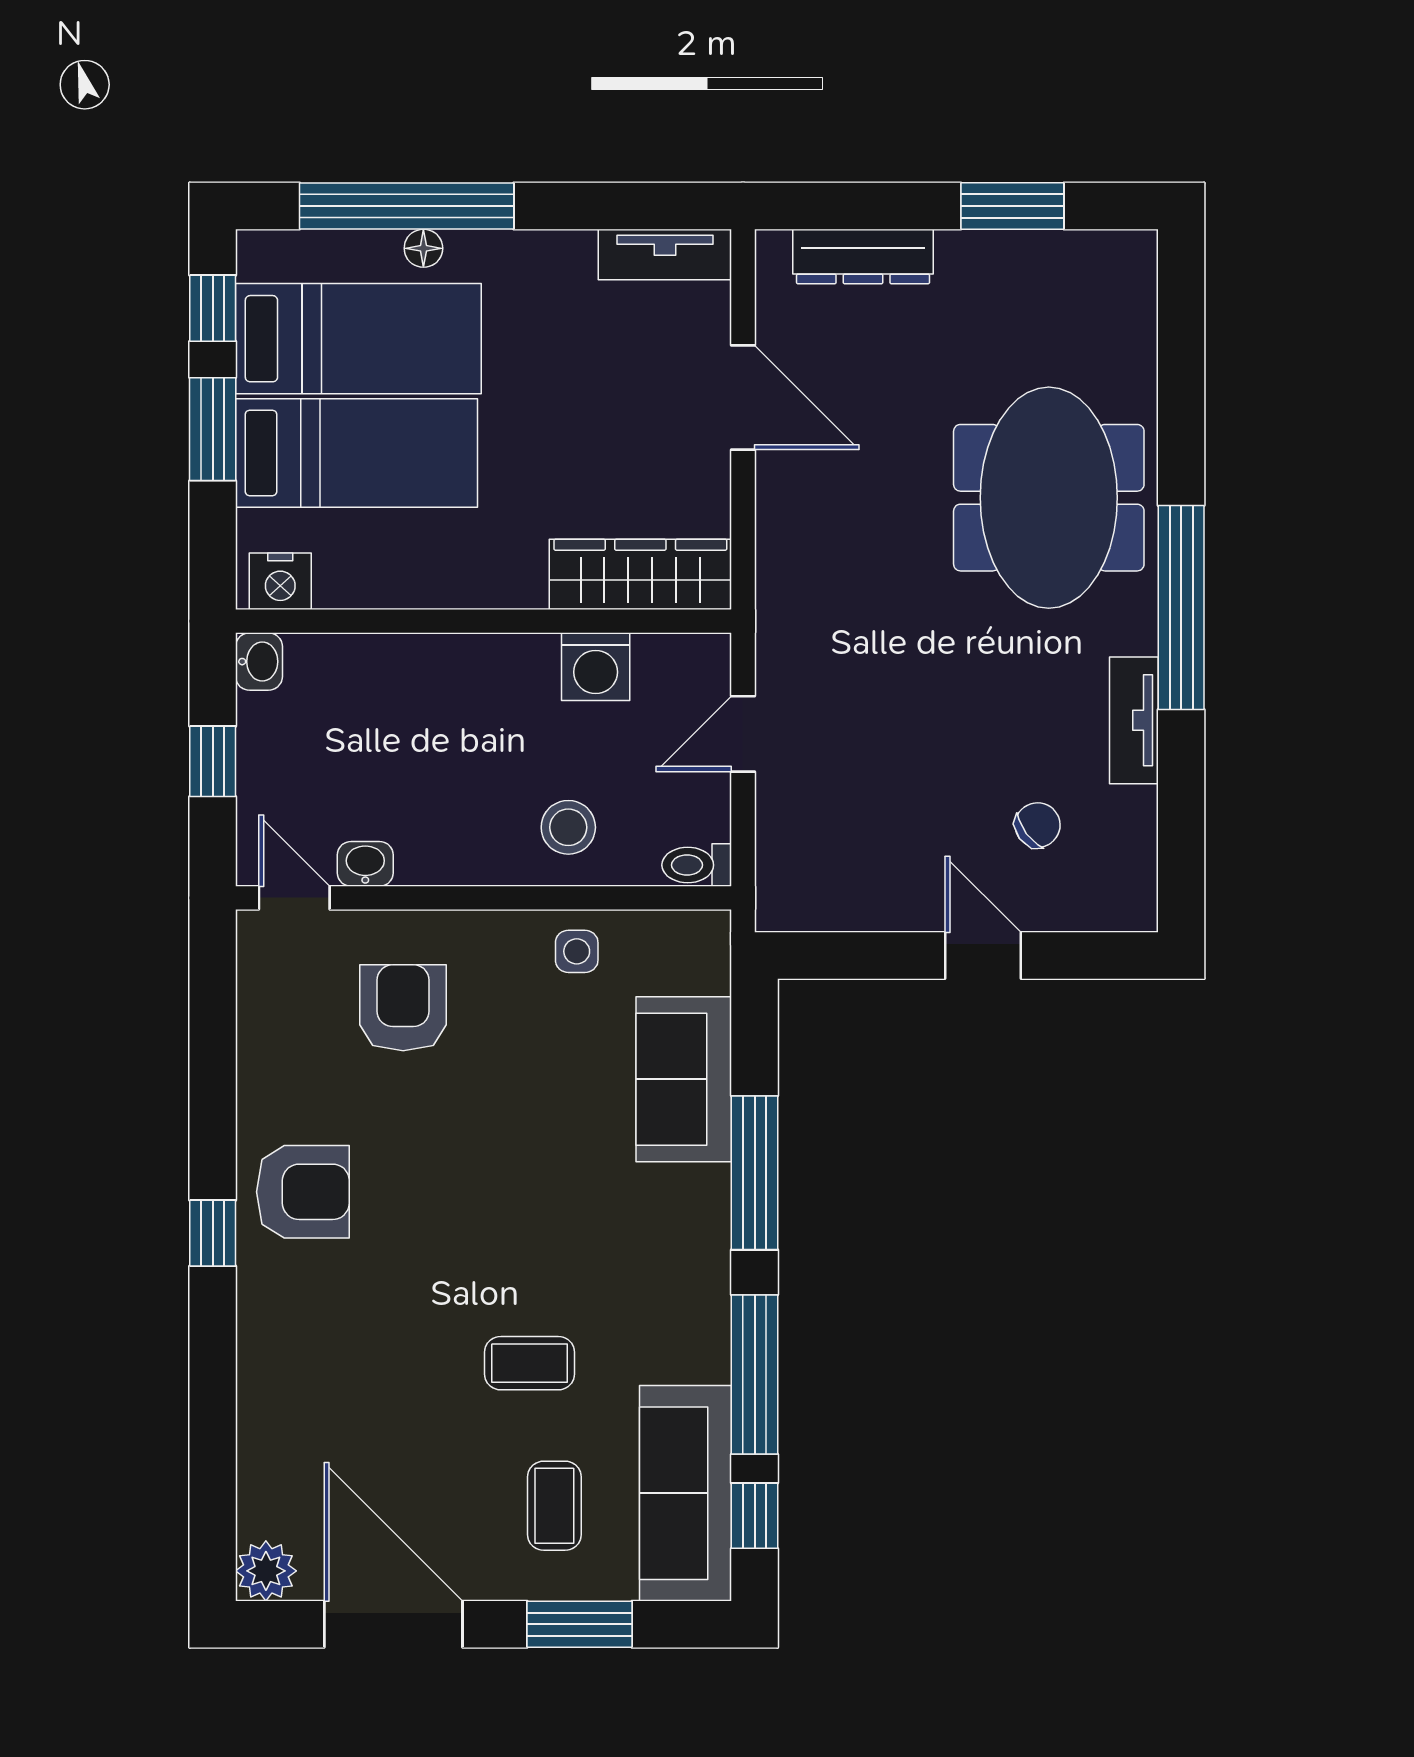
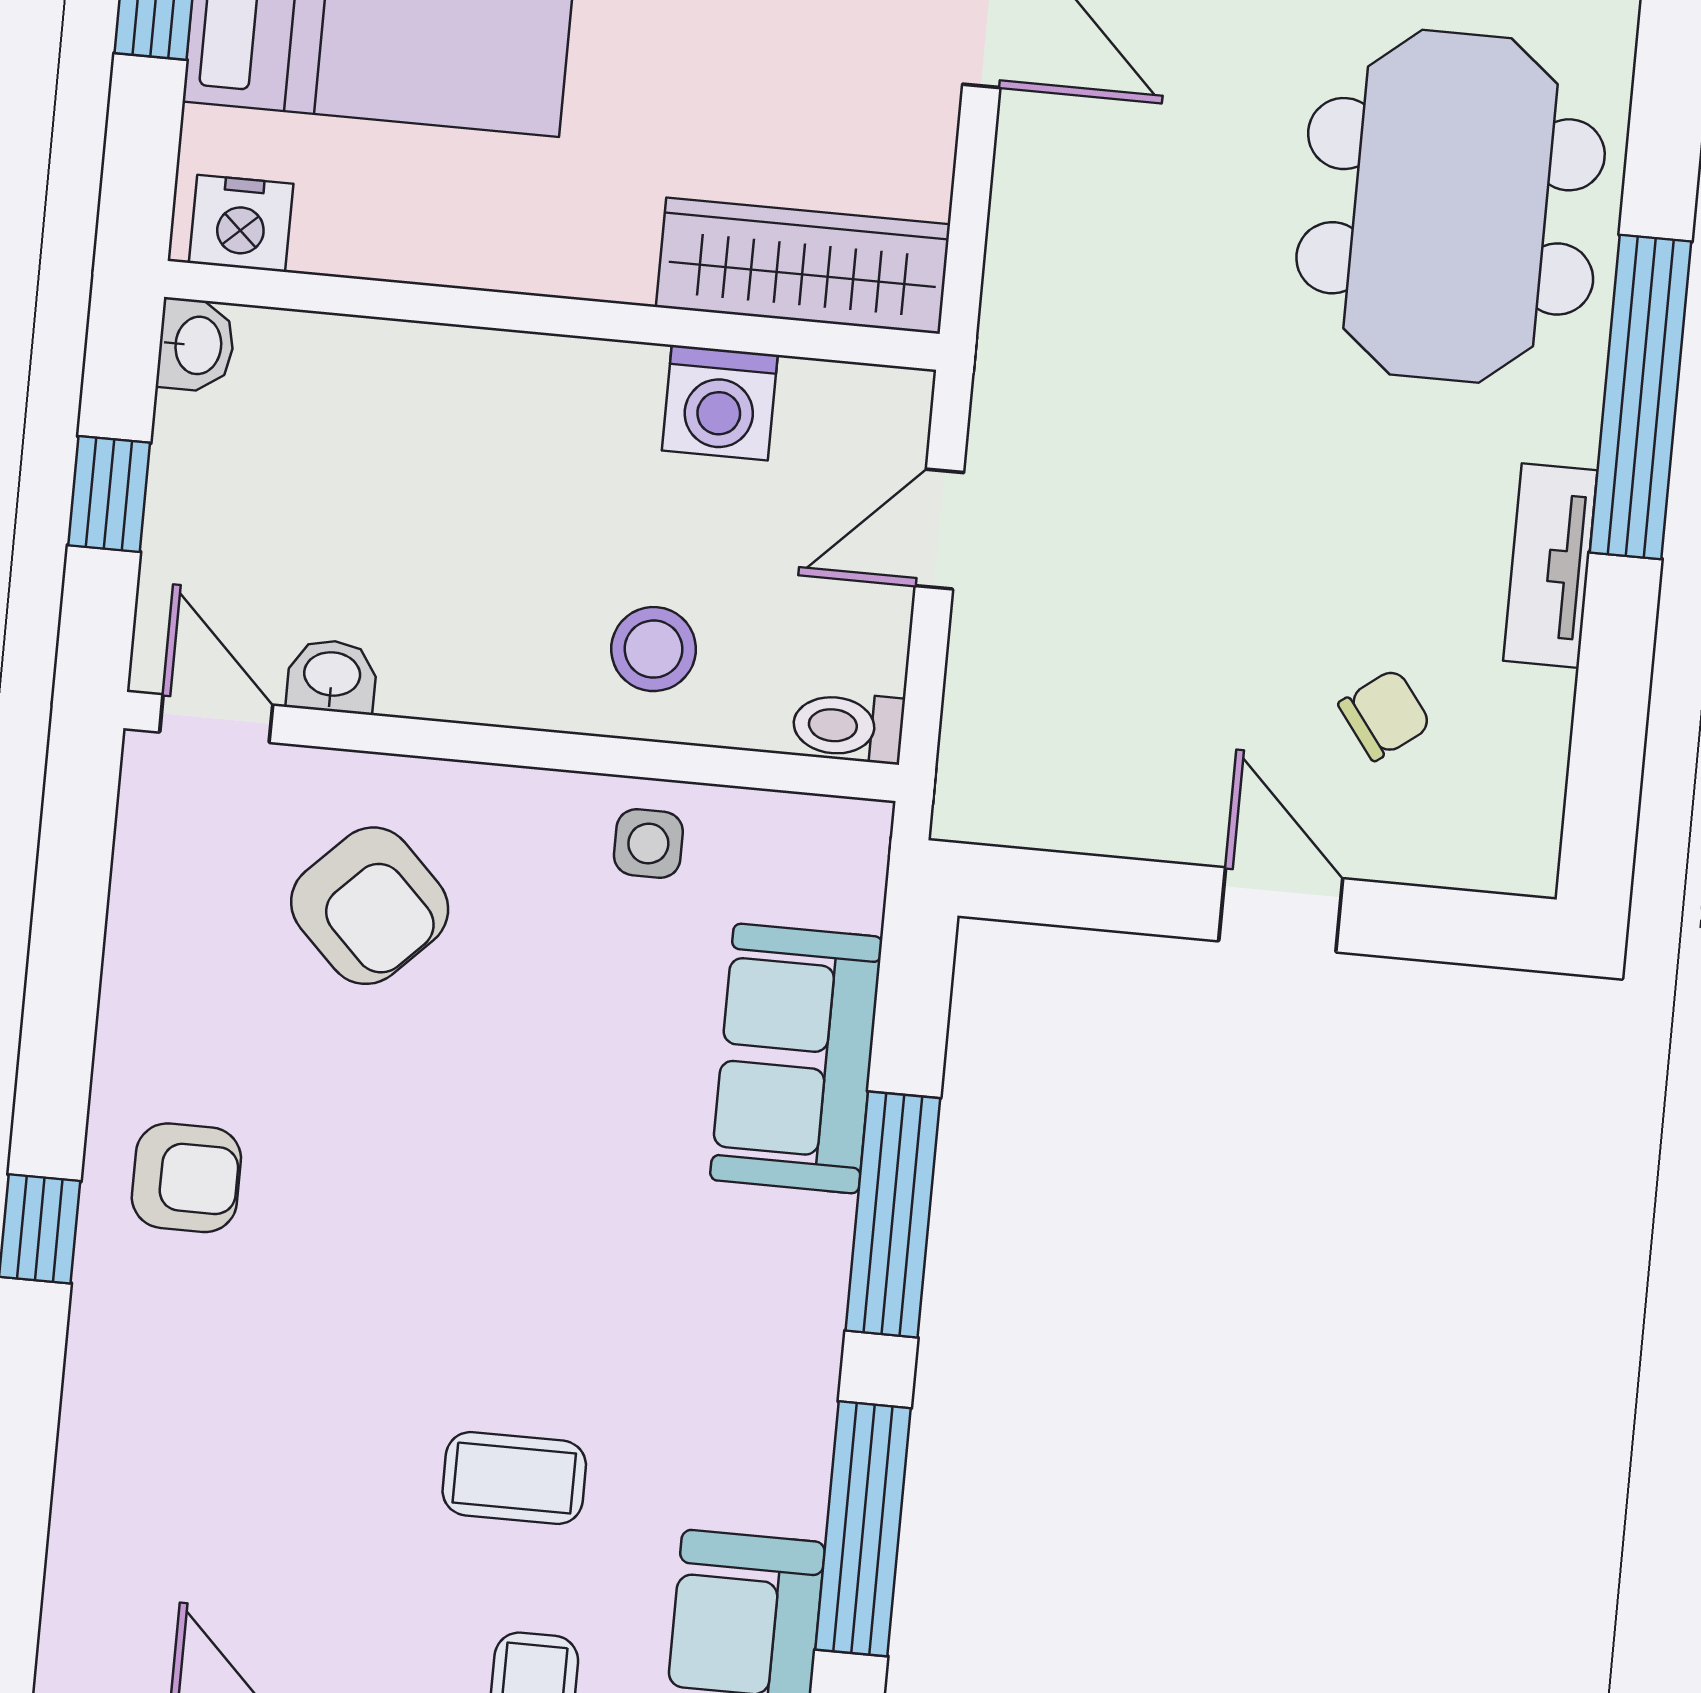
armchair: (403, 1008) -> (370, 906), turned 135
armchair: (303, 1192) -> (186, 1178), width x0.72, depth x0.72

